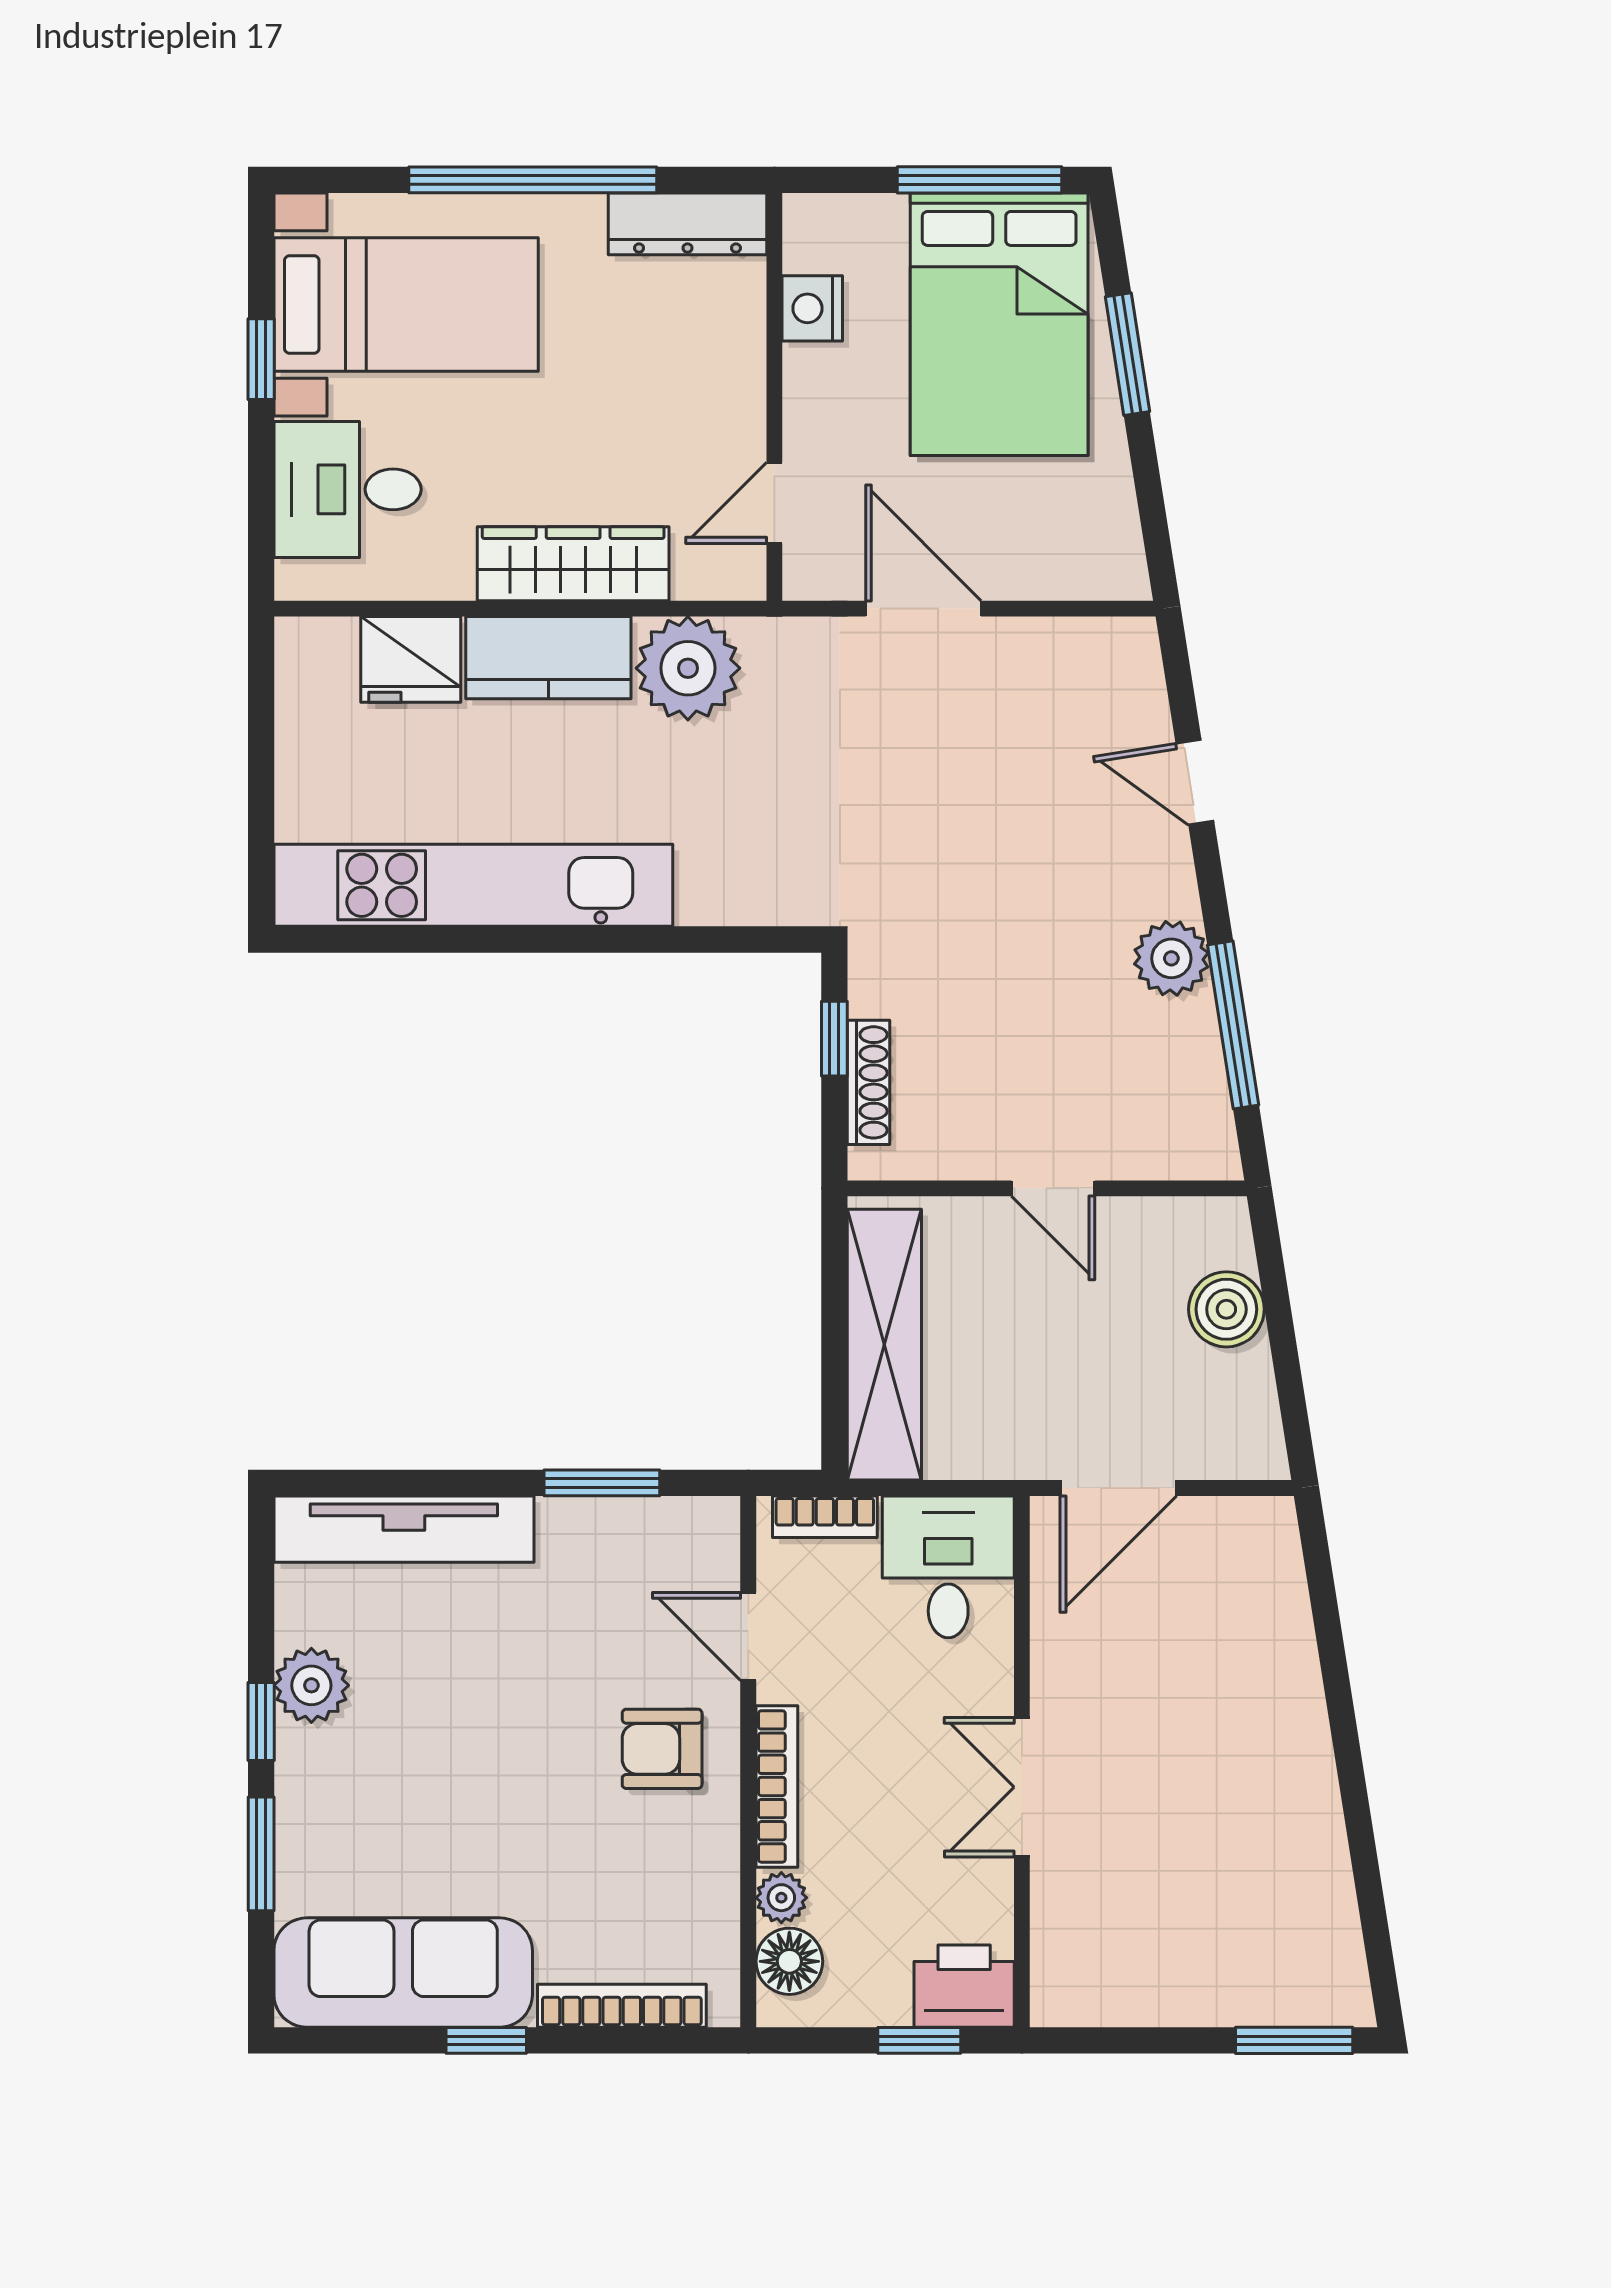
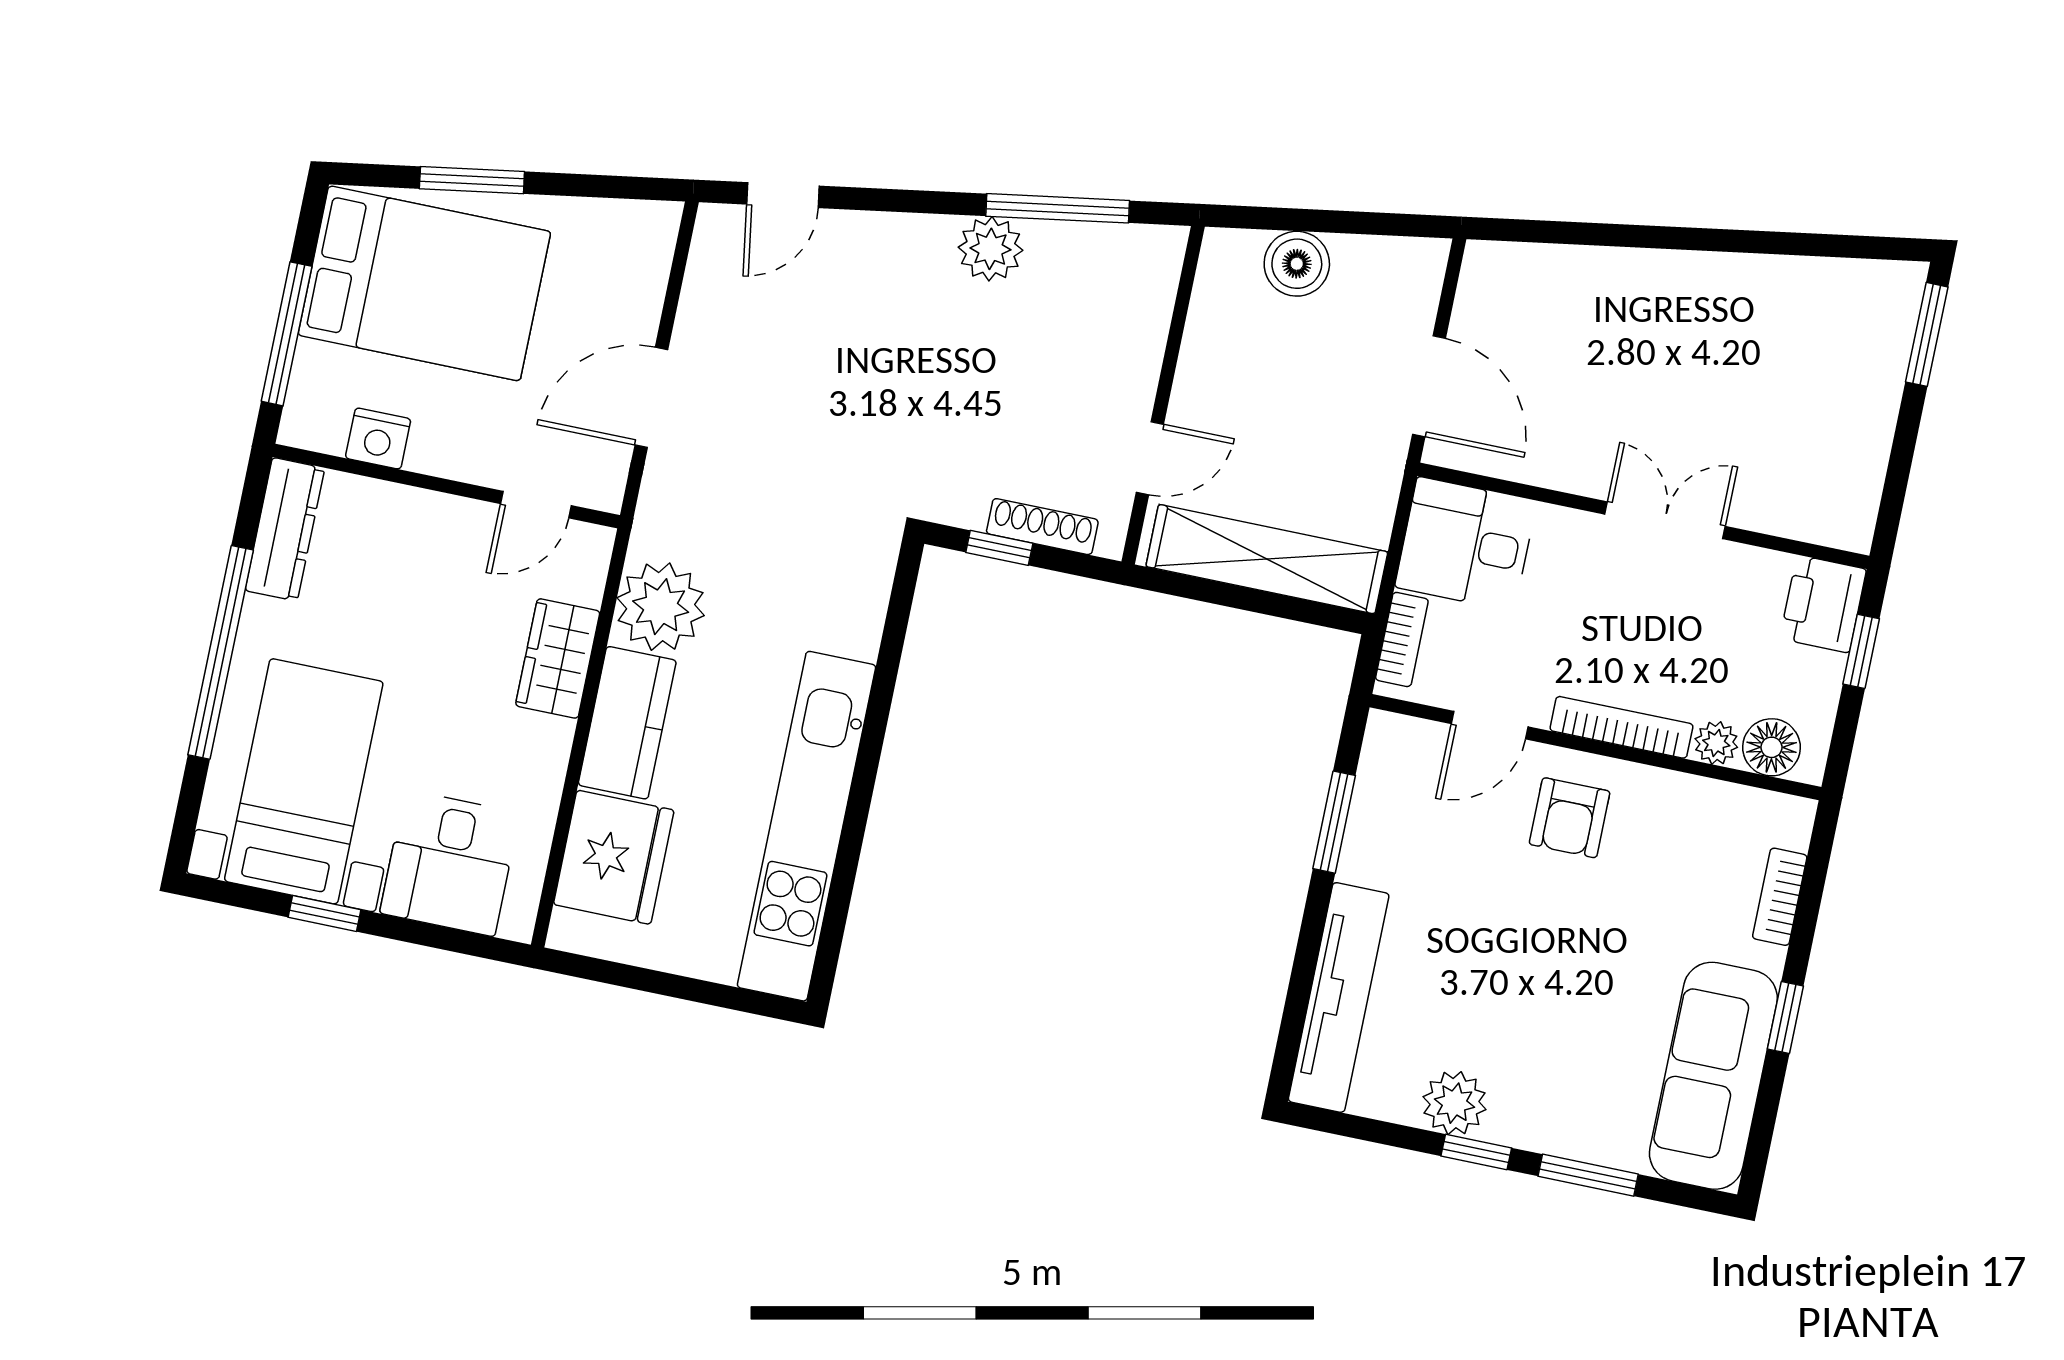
window: (980, 180) -> (287, 334), moved
door: (774, 503) -> (536, 505), hinge flipped
wardrobe: (573, 564) -> (558, 658), width x0.67
fridge: (411, 659) -> (614, 857), width x1.36, depth x1.34
door: (1195, 782) -> (783, 195), moved
door: (1053, 1188) -> (1150, 458), moved
double door: (1022, 1787) -> (1665, 520), swing flipped
bookcase: (622, 2006) -> (1780, 897), width x0.64

